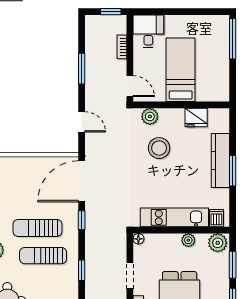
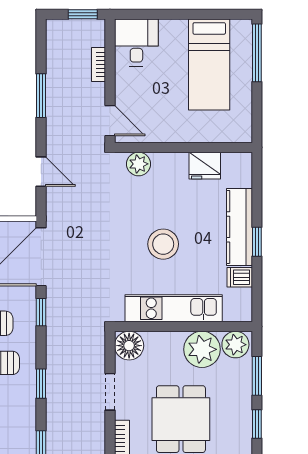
bed: (181, 70) -> (209, 64), moved, turned 180
stool: (159, 148) -> (163, 244), moved
window: (233, 171) -> (257, 242), width x0.67
dishwasher: (216, 218) -> (240, 277), moved, turned -90
floor lamp: (138, 239) -> (129, 346), width x1.89, depth x1.89
plant: (188, 240) -> (202, 349), width x1.88, depth x1.88

